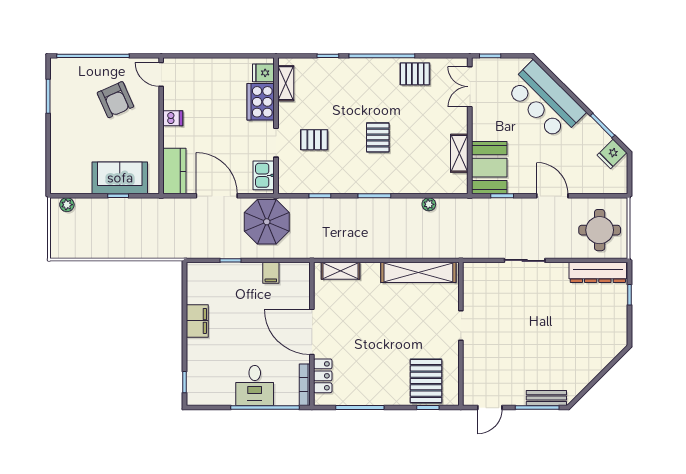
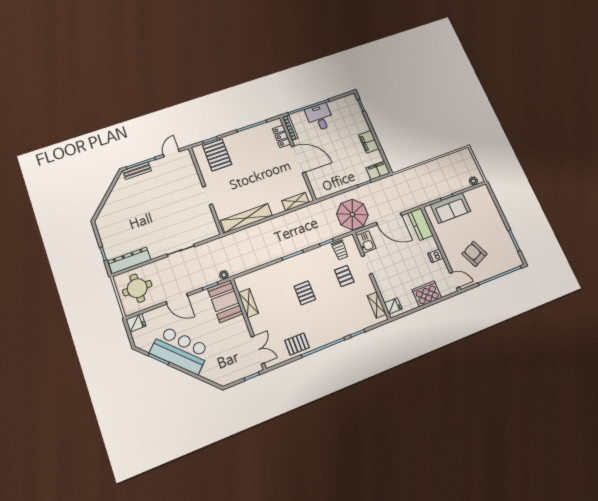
bar counter: (545, 100) -> (180, 350), moved
cooker: (261, 102) -> (427, 294), moved, turned -90
pallet: (314, 140) -> (344, 276), turned 90
fridge: (612, 154) -> (136, 323), moved, turned 45
trolley: (305, 178) -> (340, 250), added
plant: (429, 204) -> (224, 275), moved
filing cabinet: (271, 273) -> (378, 170), moved, width x2.00

